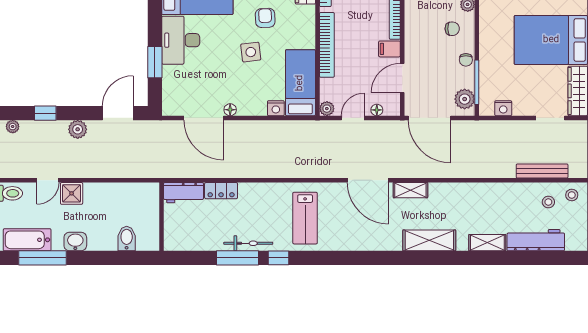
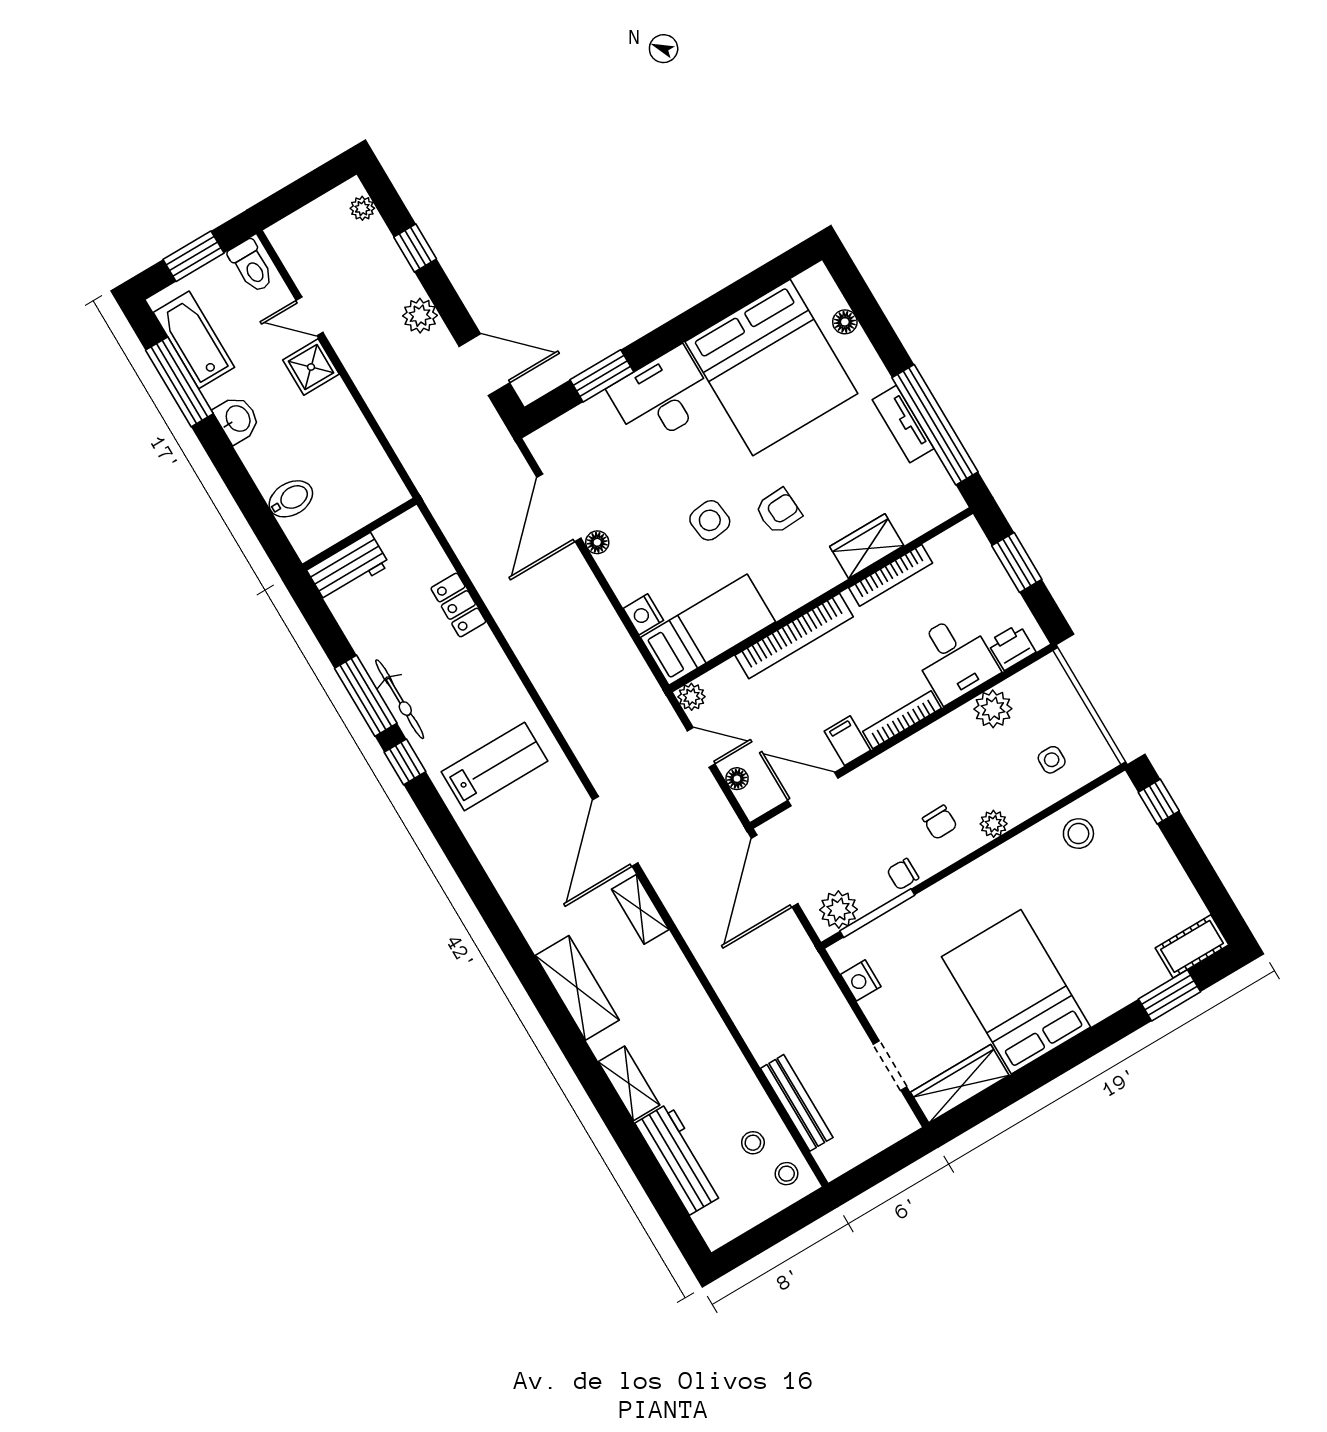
workbench: (183, 193) -> (348, 568), moved, turned -90
lab bench: (305, 218) -> (494, 766), turned 180

